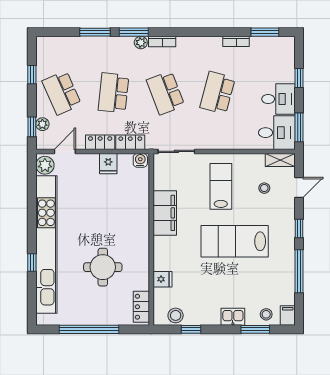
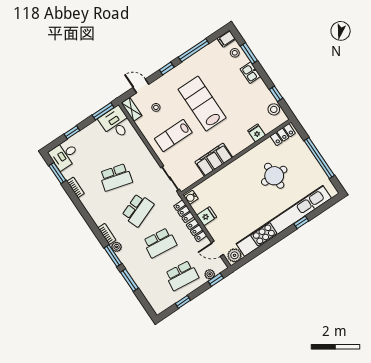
school desk: (62, 93) -> (182, 275), turned 30
desk: (278, 99) -> (64, 155), moved, turned -90
lab bench: (235, 241) -> (202, 104), turned 180

